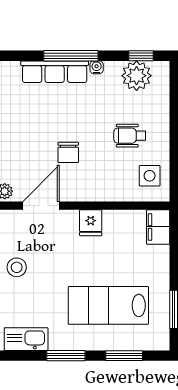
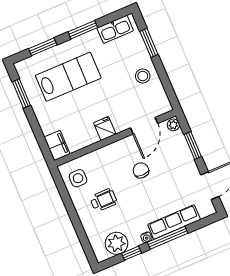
window: (141, 56) -> (131, 253), moved

